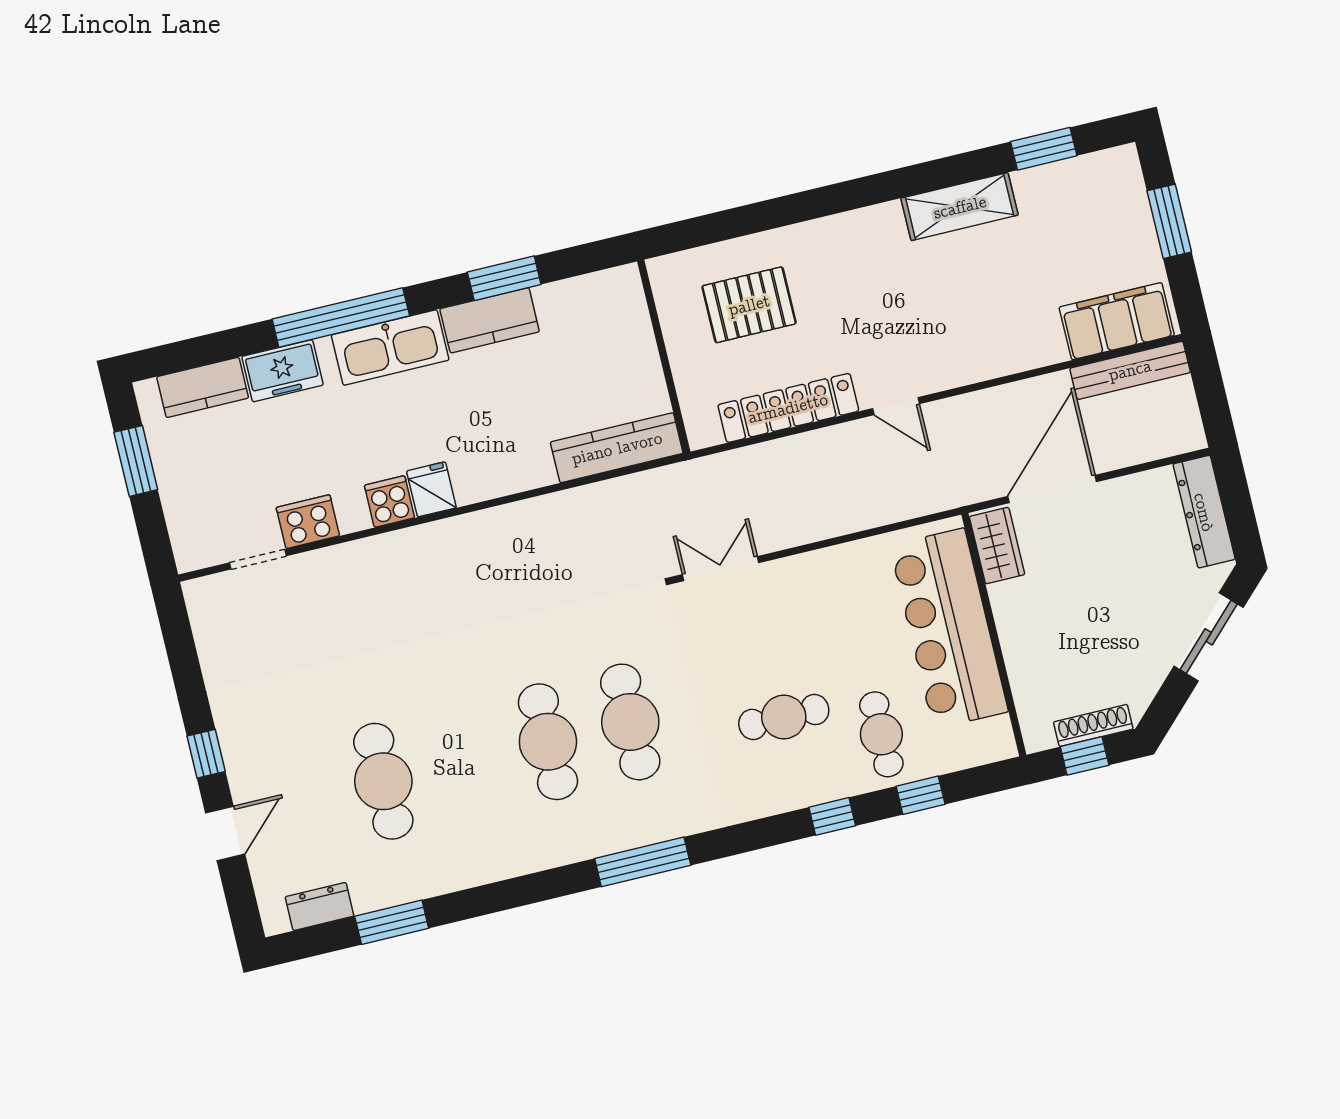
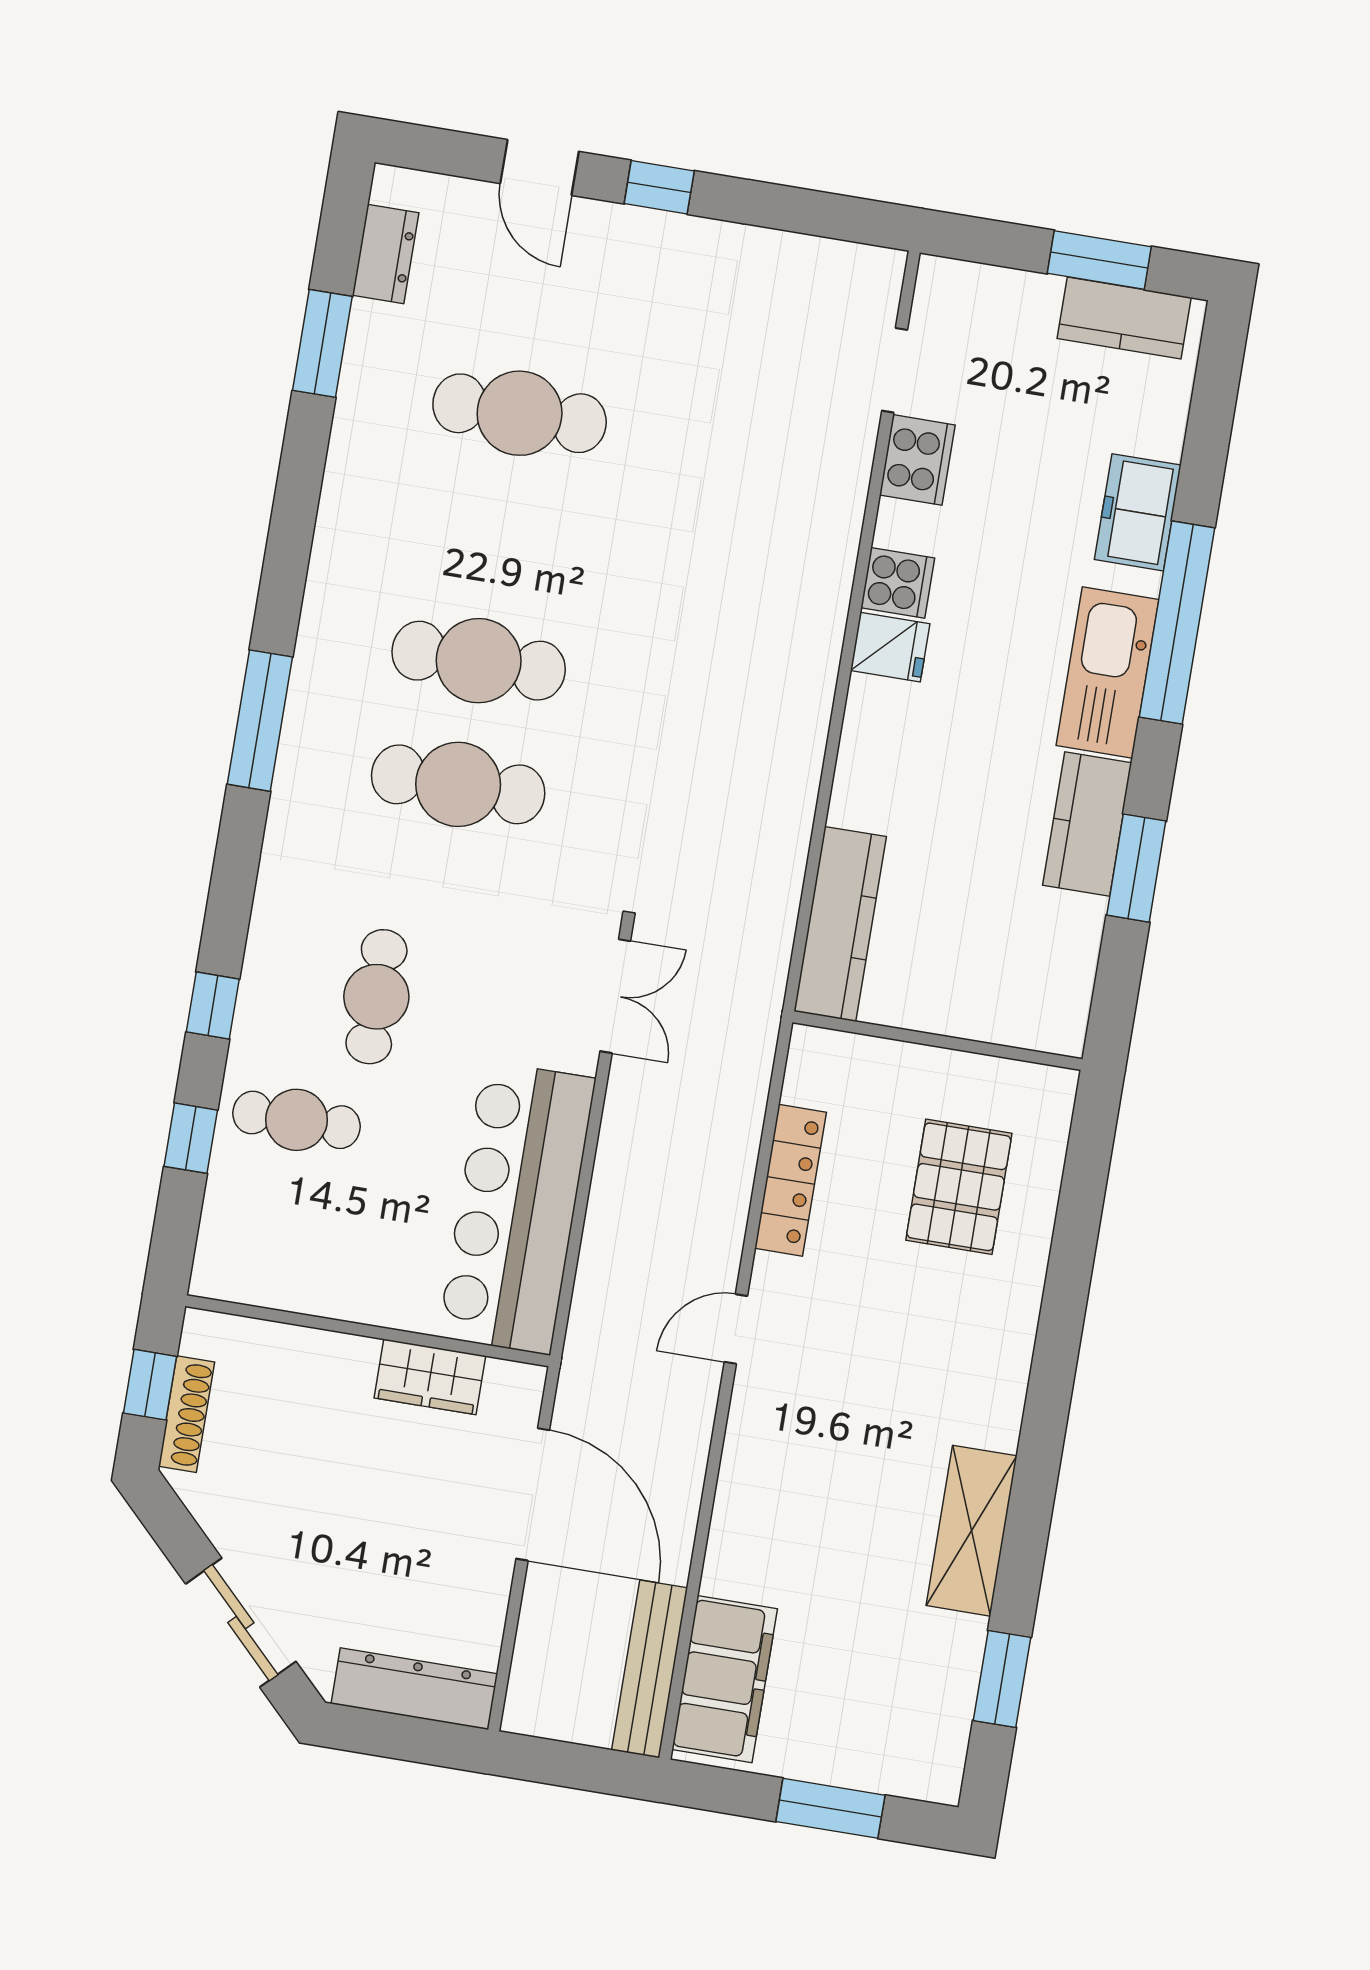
kitchen counter: (203, 387) -> (1124, 318), moved, turned -90
locker: (788, 408) -> (791, 1180), width x0.71, depth x0.83
wardrobe: (997, 546) -> (430, 1377), moved
bar counter: (949, 629) -> (517, 1208), moved, turned -90

